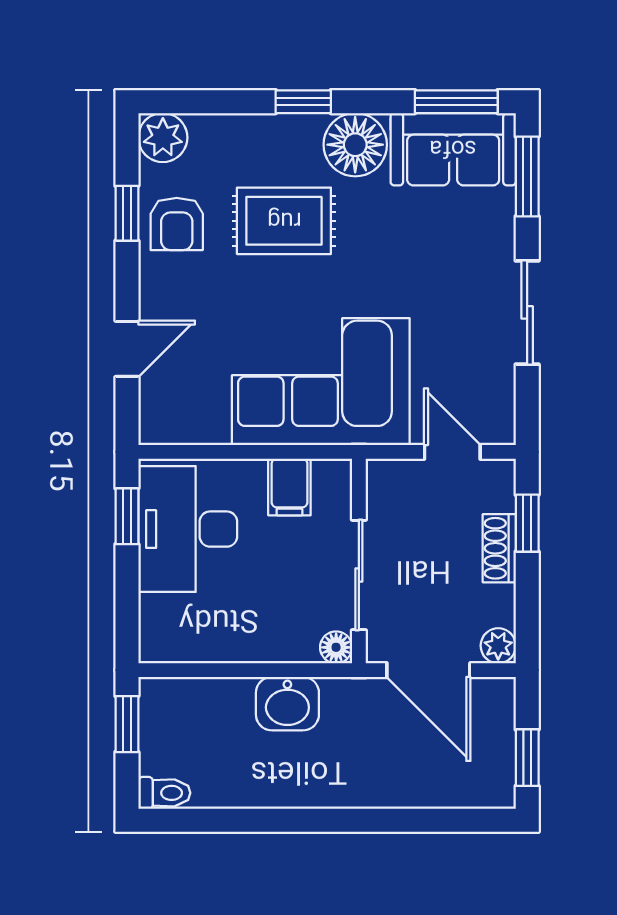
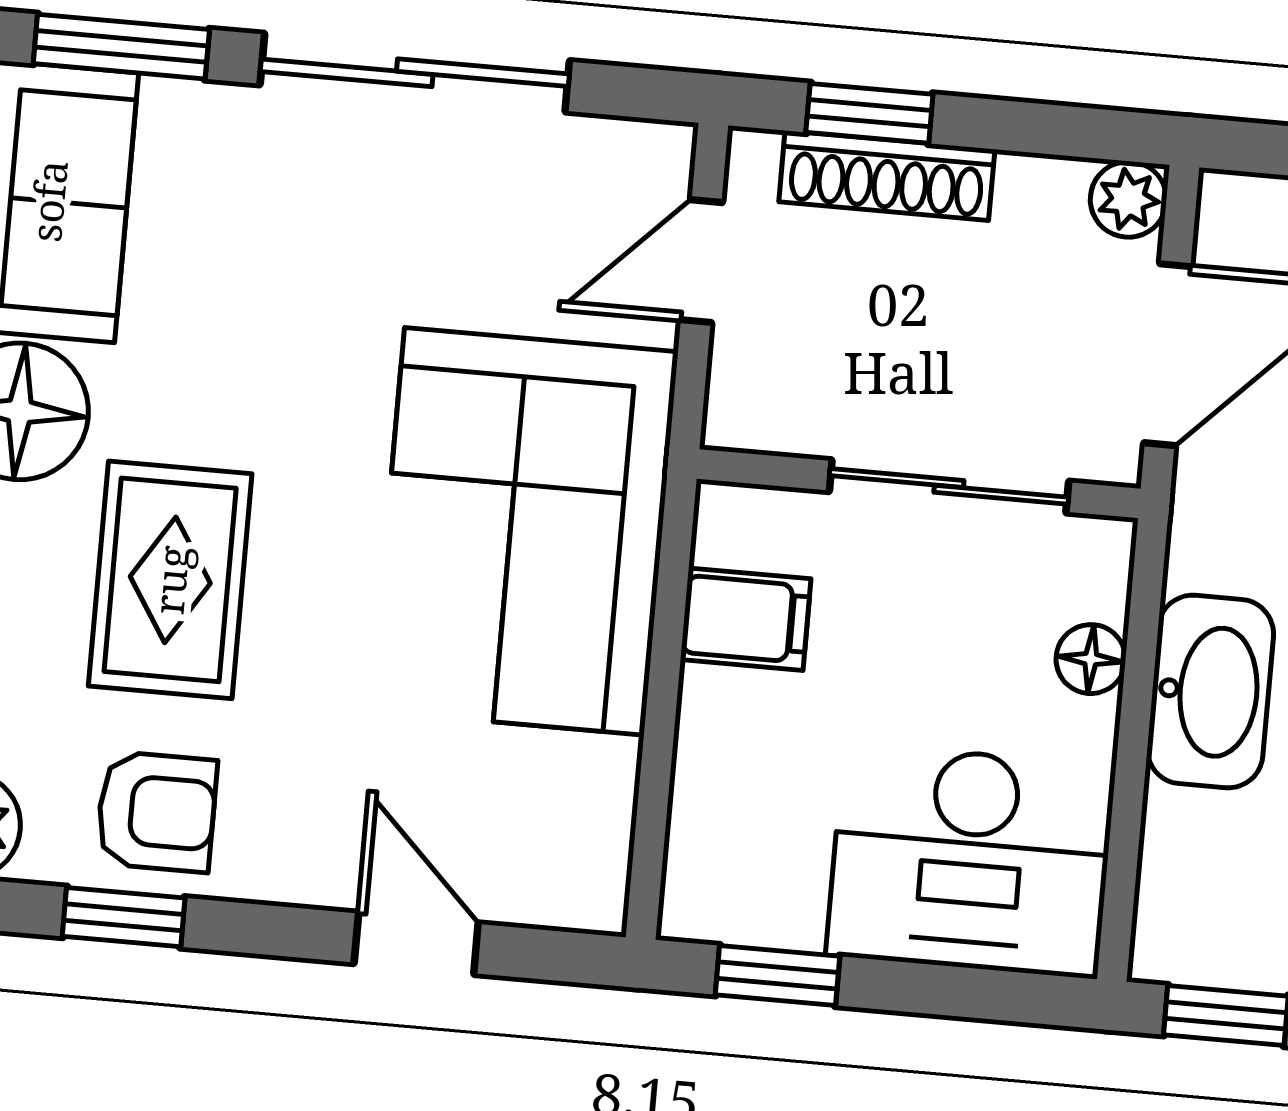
sliding door: (527, 312) -> (415, 73), width x1.37
desk: (188, 529) -> (971, 861), moved
shoe rack: (499, 548) -> (887, 176), width x1.43
floor lamp: (336, 647) -> (1091, 659), moved
washbasin: (287, 704) -> (1210, 692), width x1.38

